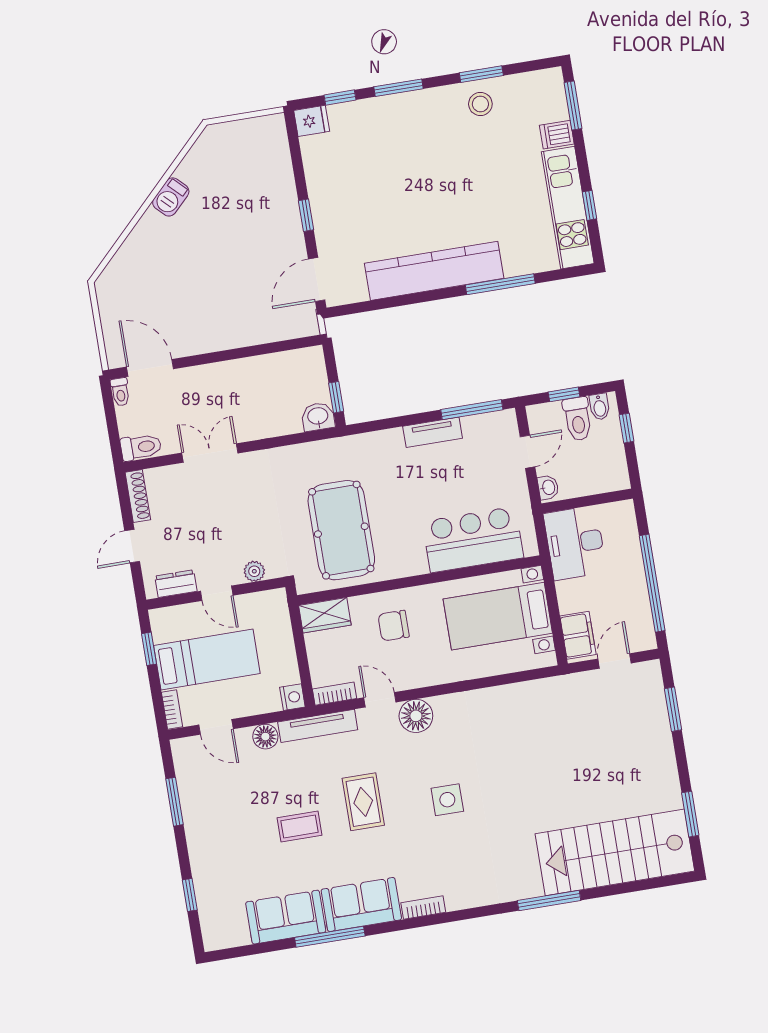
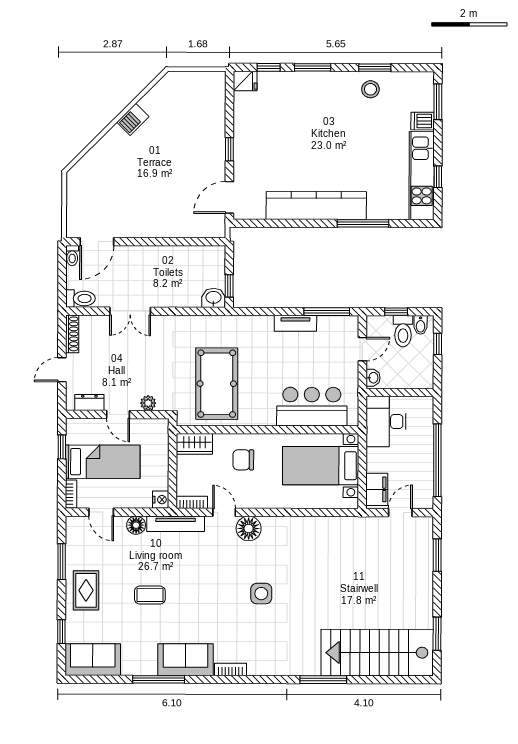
door: (150, 368) -> (97, 242), swing flipped
double door: (210, 453) -> (130, 311), swing flipped
rug: (363, 802) -> (86, 590), moved
sofa: (286, 917) -> (93, 660), moved

